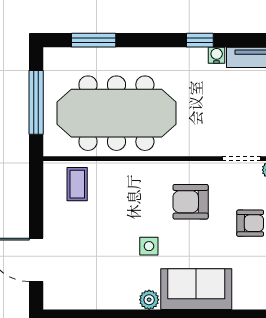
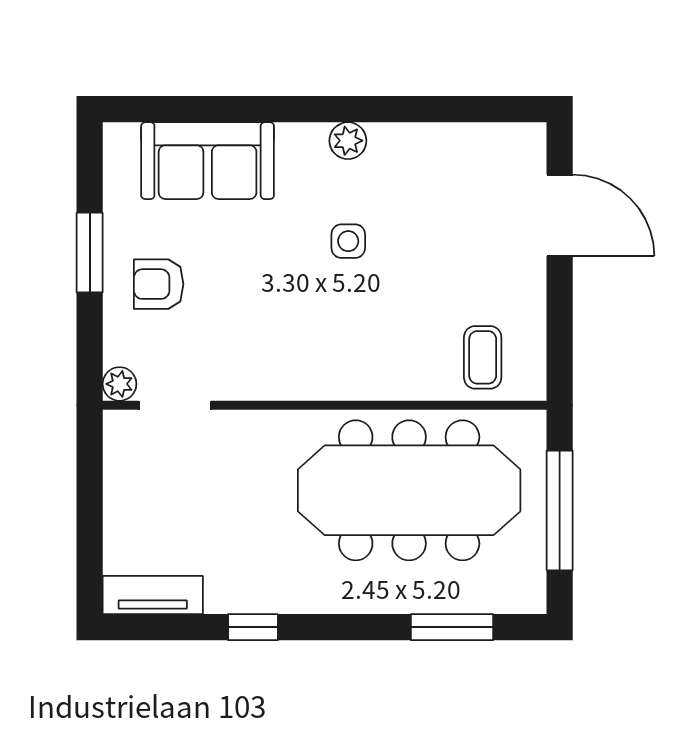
water cooler: (217, 55) -> (222, 599), removed
armchair: (191, 202) -> (270, 324), removed
sofa: (196, 289) -> (208, 161), moved

